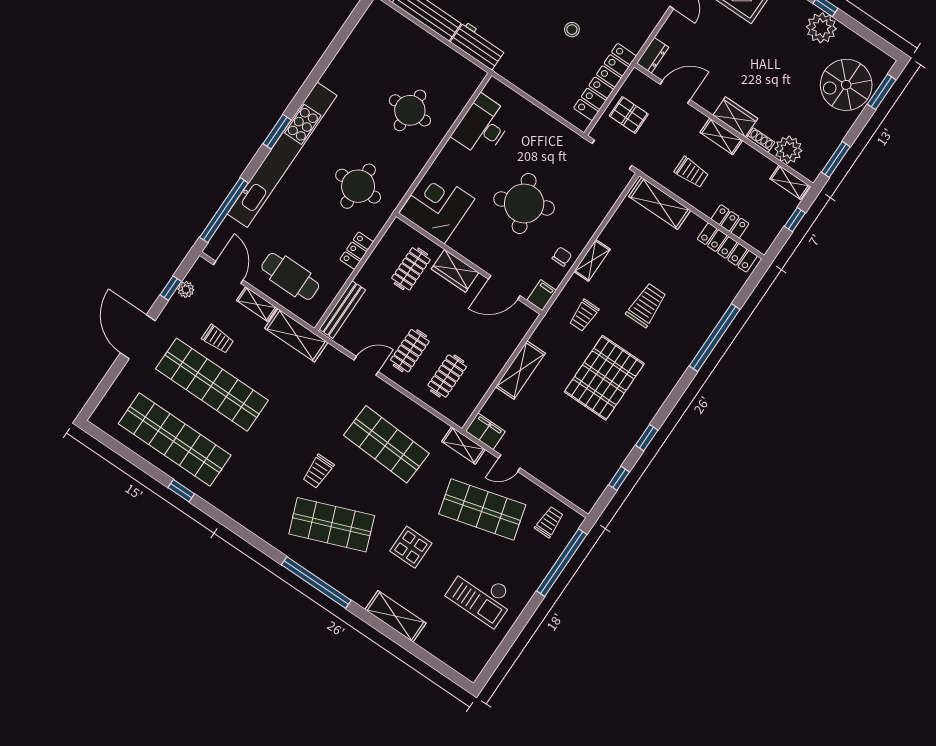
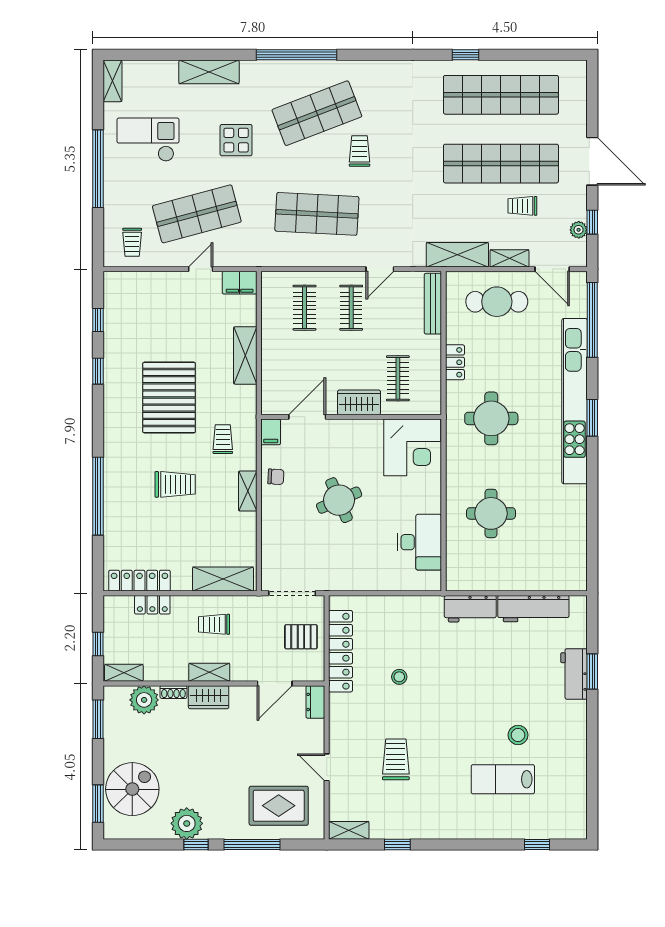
round table: (524, 204) -> (339, 500), width x0.73, depth x0.73
chair: (562, 257) -> (276, 477), turned -87
trolley: (646, 305) -> (175, 484), turned -90
shelving: (463, 445) -> (112, 81), moved, turned 90
window: (562, 563) -> (98, 169), moved

